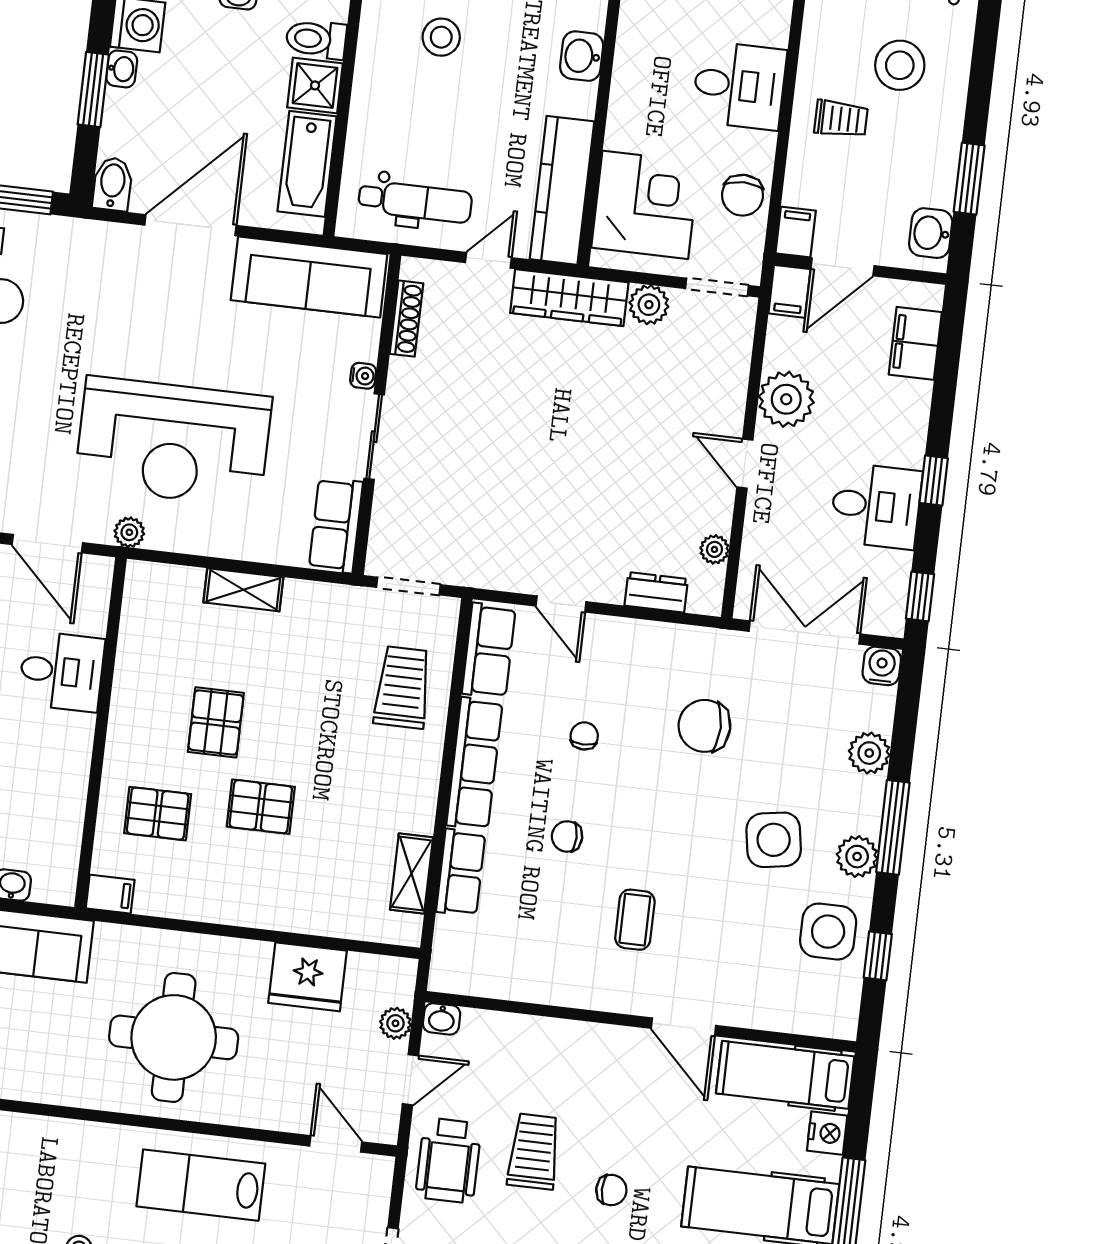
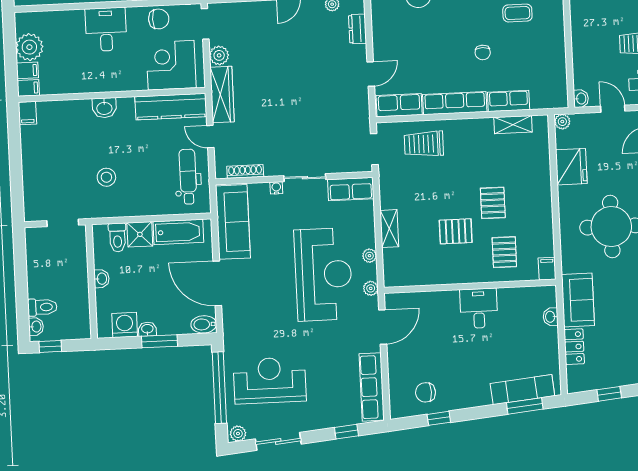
plant: (195, 541) -> (369, 256), added
desk: (62, 671) -> (479, 308), moved
chair: (584, 736) -> (433, 52), removed
plant: (395, 1023) -> (562, 122), moved

